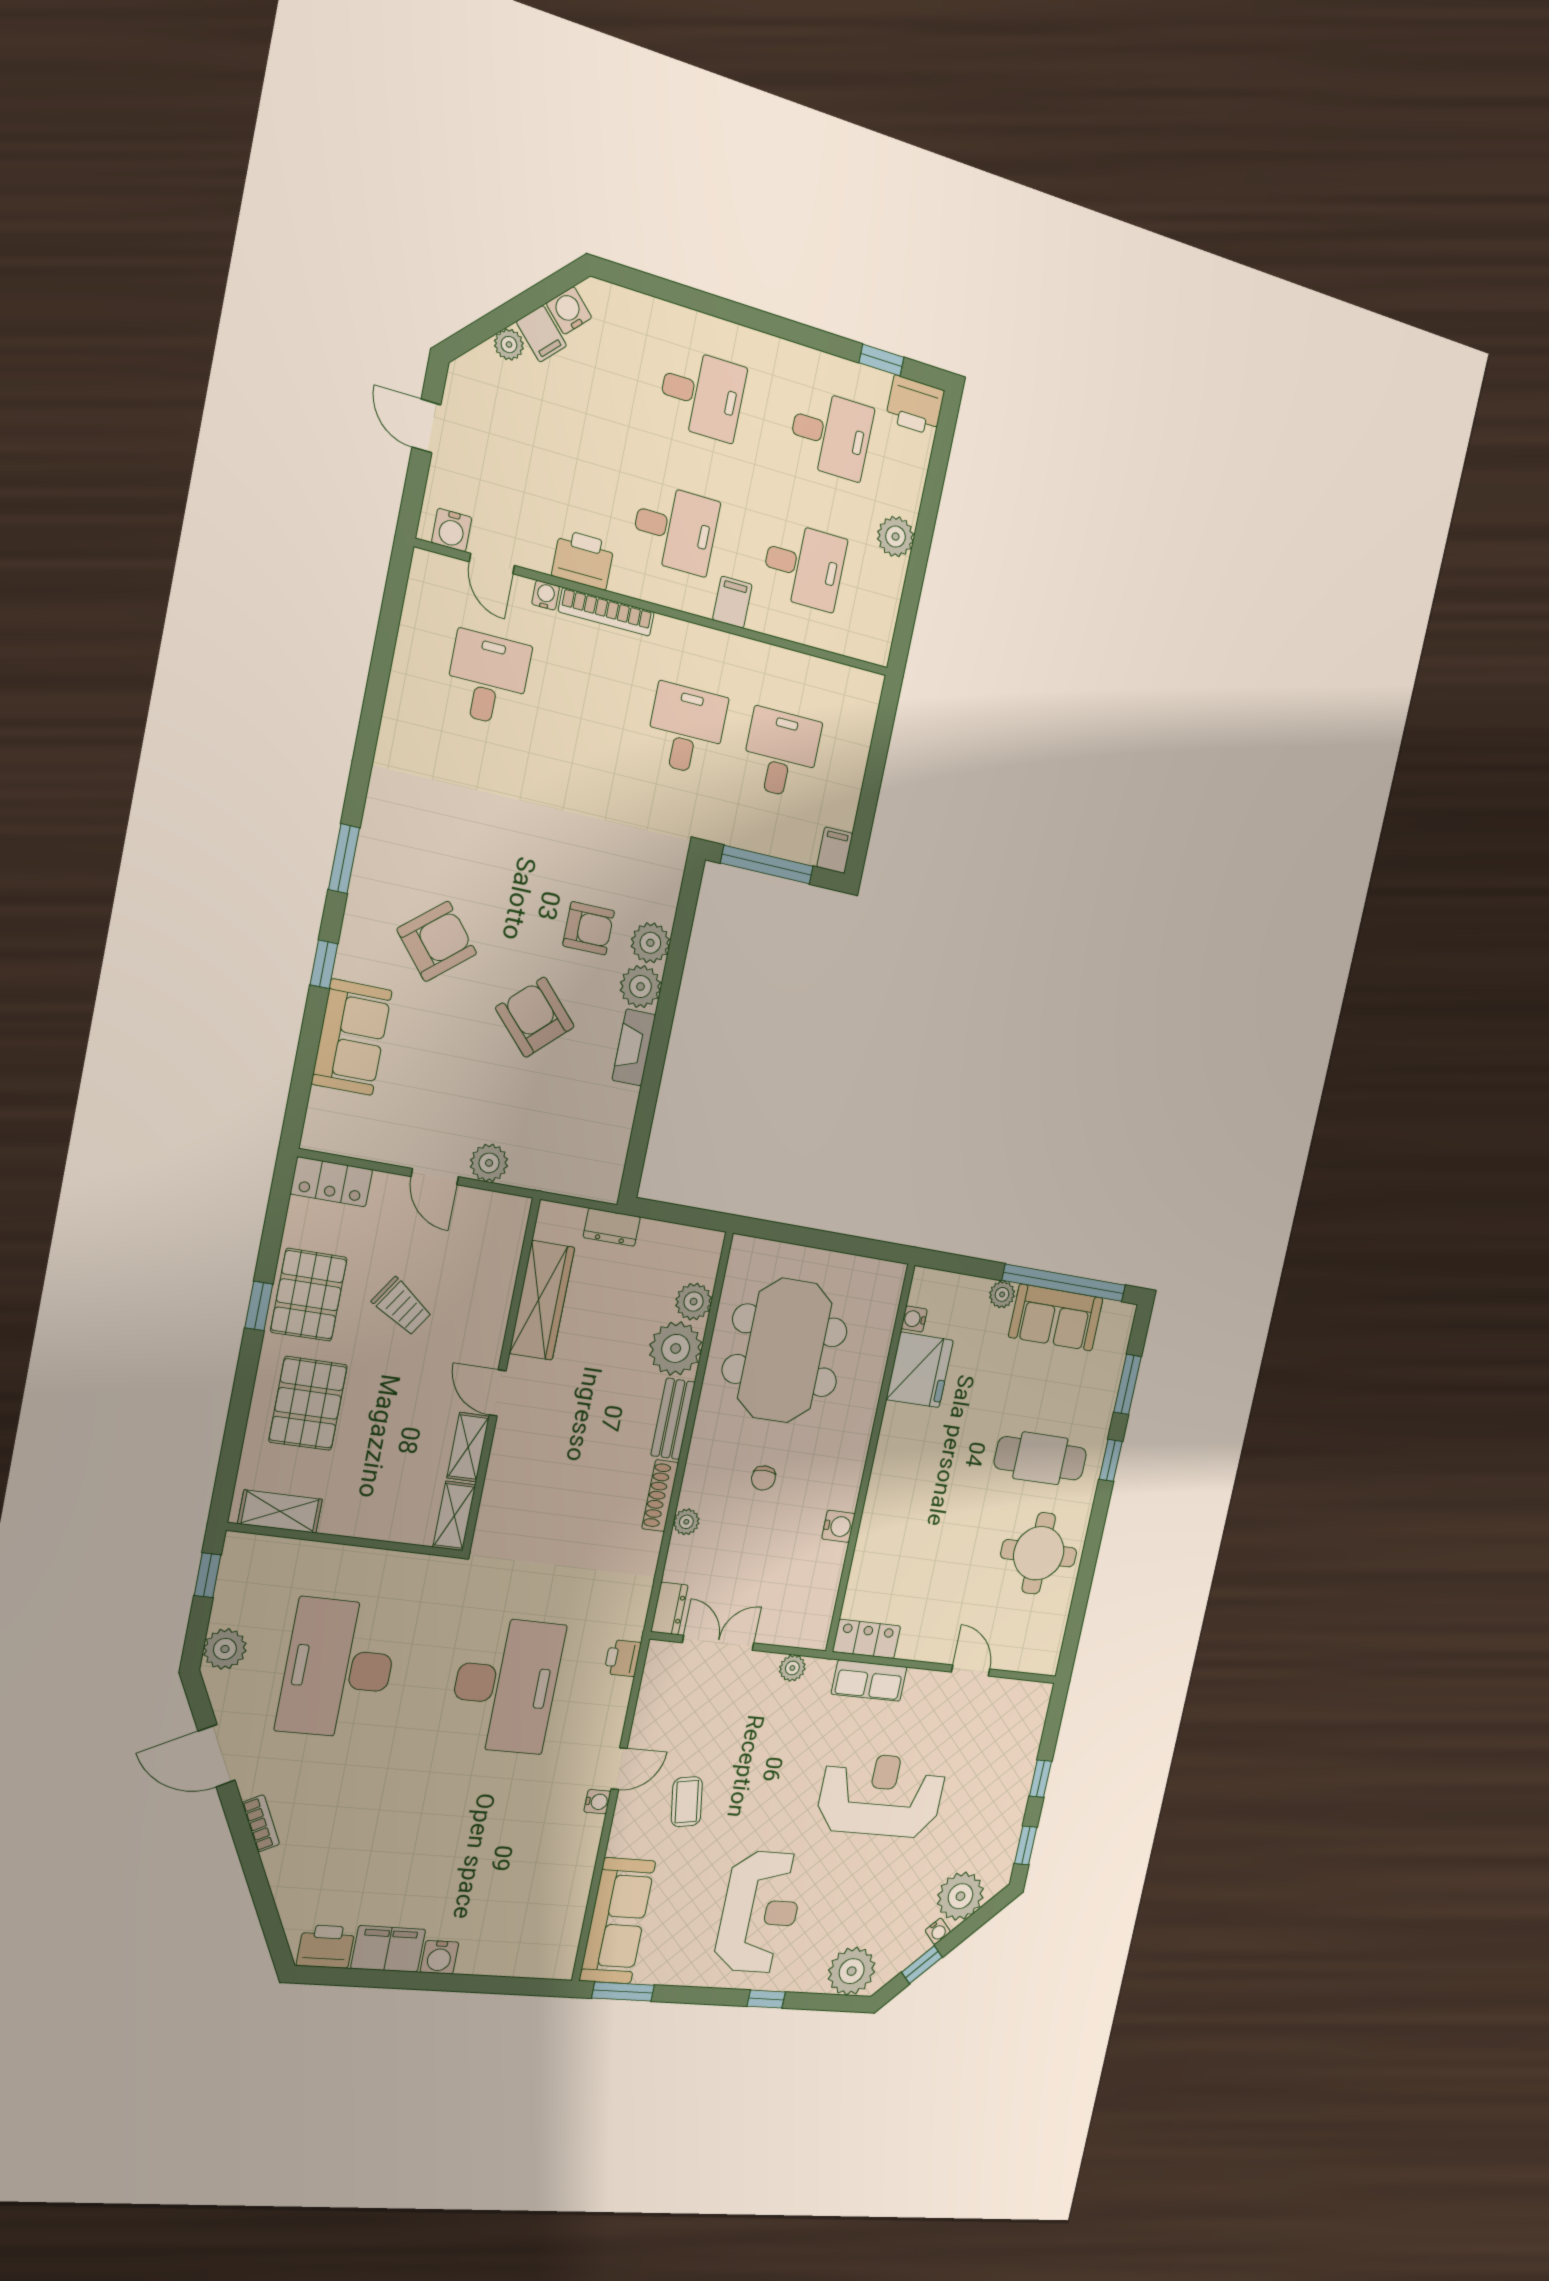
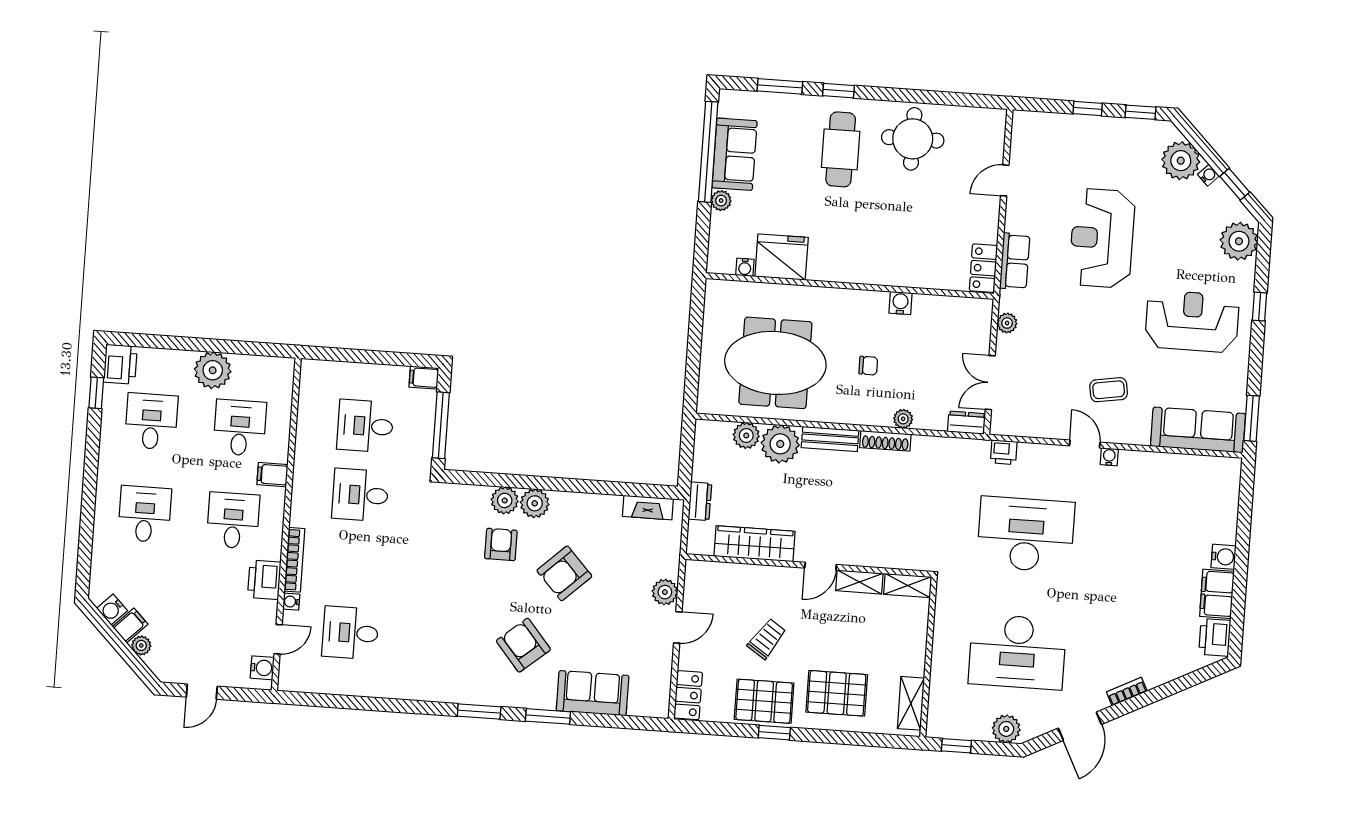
plant: (896, 537) -> (213, 370), width x1.36, depth x1.36
window: (324, 964) -> (548, 716), width x1.50
fireplace: (634, 1047) -> (648, 508), moved

